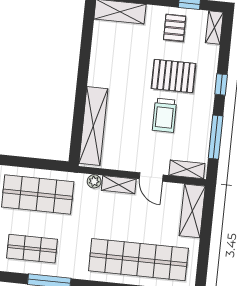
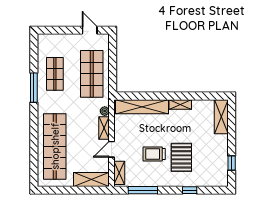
pallet: (175, 28) -> (214, 155), removed
shelving: (214, 28) -> (180, 105), moved
window: (221, 84) -> (190, 190), moved

